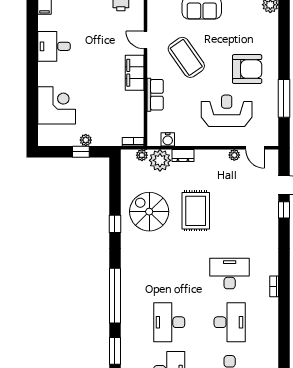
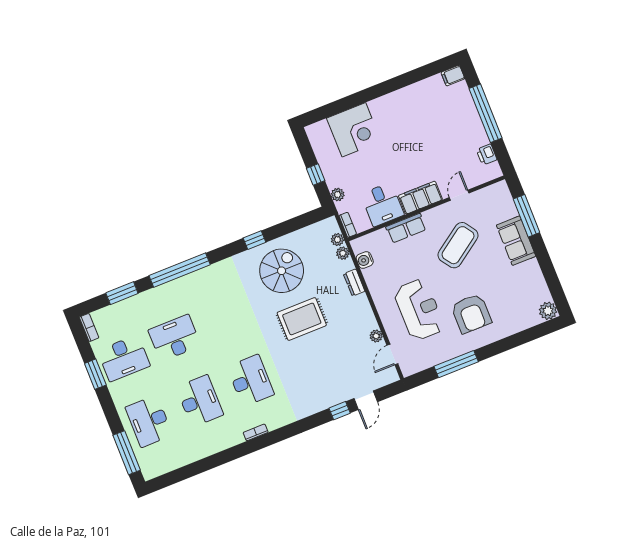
desk: (54, 46) -> (382, 204), moved, turned 180
plant: (86, 140) -> (338, 195), moved
plant: (160, 160) -> (343, 253), width x0.53, depth x0.53
desk: (230, 322) -> (200, 401), turned -90

